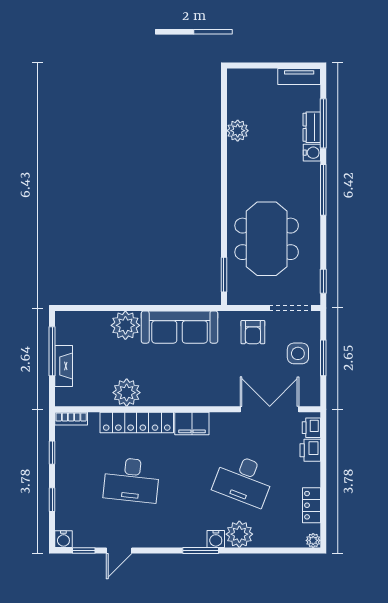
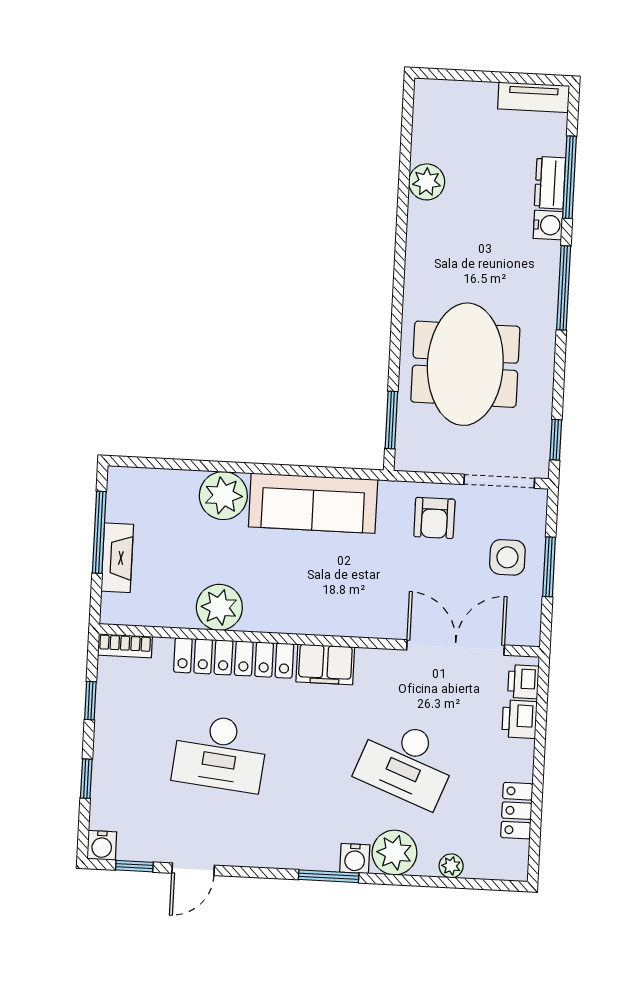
plant: (313, 540) -> (451, 866), moved

